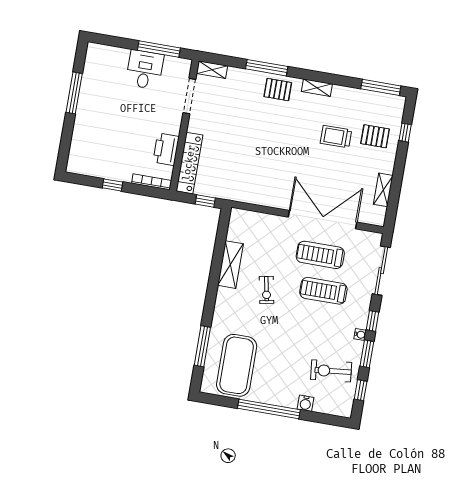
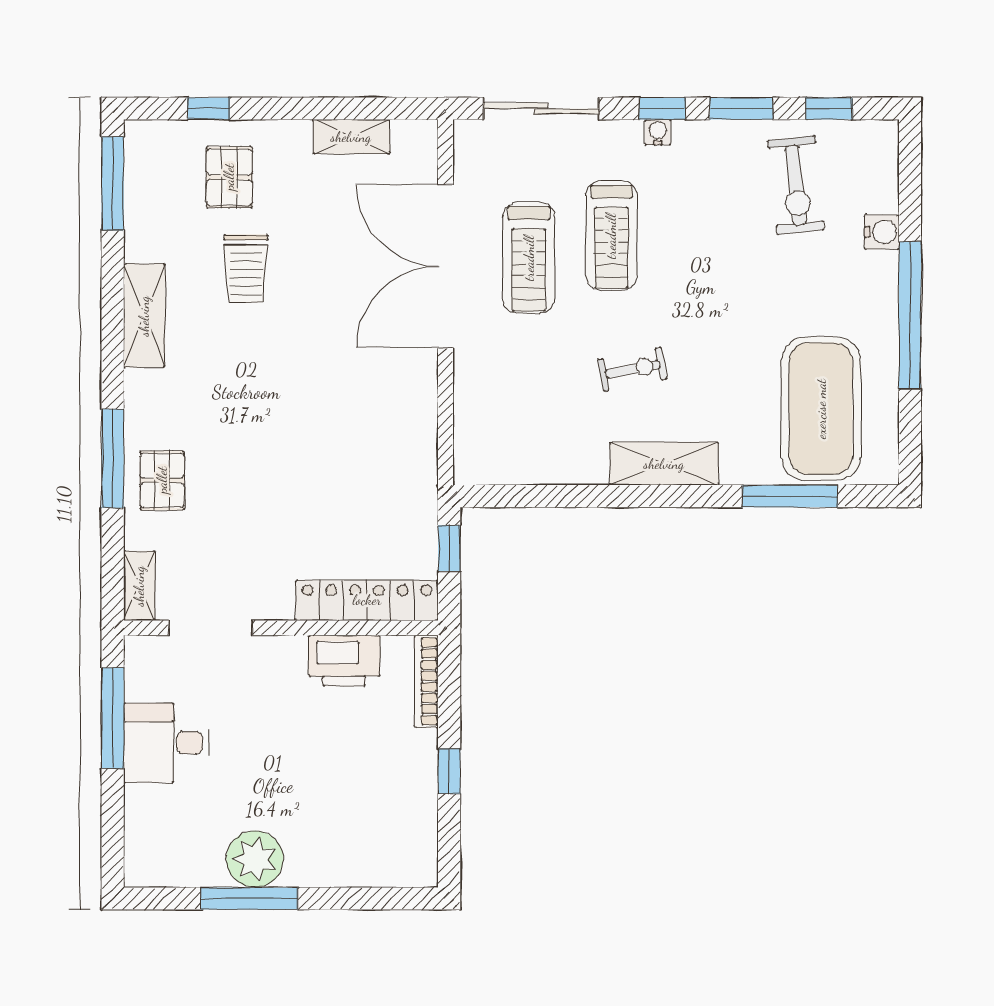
shelving: (317, 88) -> (144, 316), width x1.50, depth x1.33
pallet: (278, 90) -> (162, 480), moved
plant: (90, 98) -> (255, 859), added
shelving: (230, 265) -> (664, 464), moved
water cooler: (360, 335) -> (658, 132), moved
exercise mat: (237, 365) -> (821, 409), turned 90

